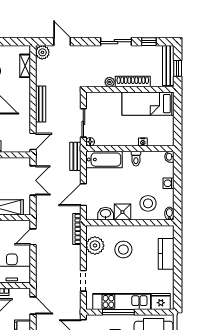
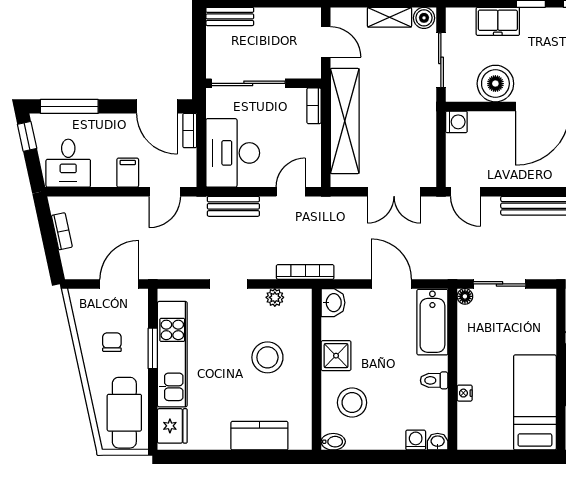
bench: (75, 156) -> (233, 206), moved
washing machine: (168, 183) -> (416, 440), moved
door: (83, 195) -> (391, 284), moved
washbasin: (106, 214) -> (333, 303), moved
door: (33, 237) -> (291, 192), hinge flipped
plant: (95, 245) -> (275, 297), width x0.53, depth x0.53
doorway: (83, 281) -> (229, 284), moved
window: (118, 312) -> (153, 348), width x0.69

